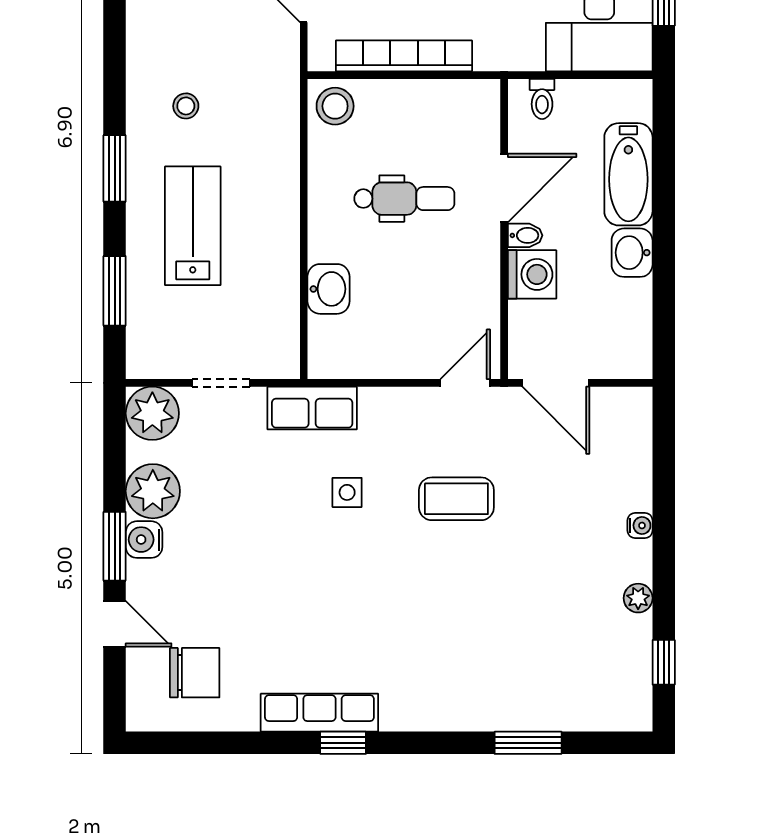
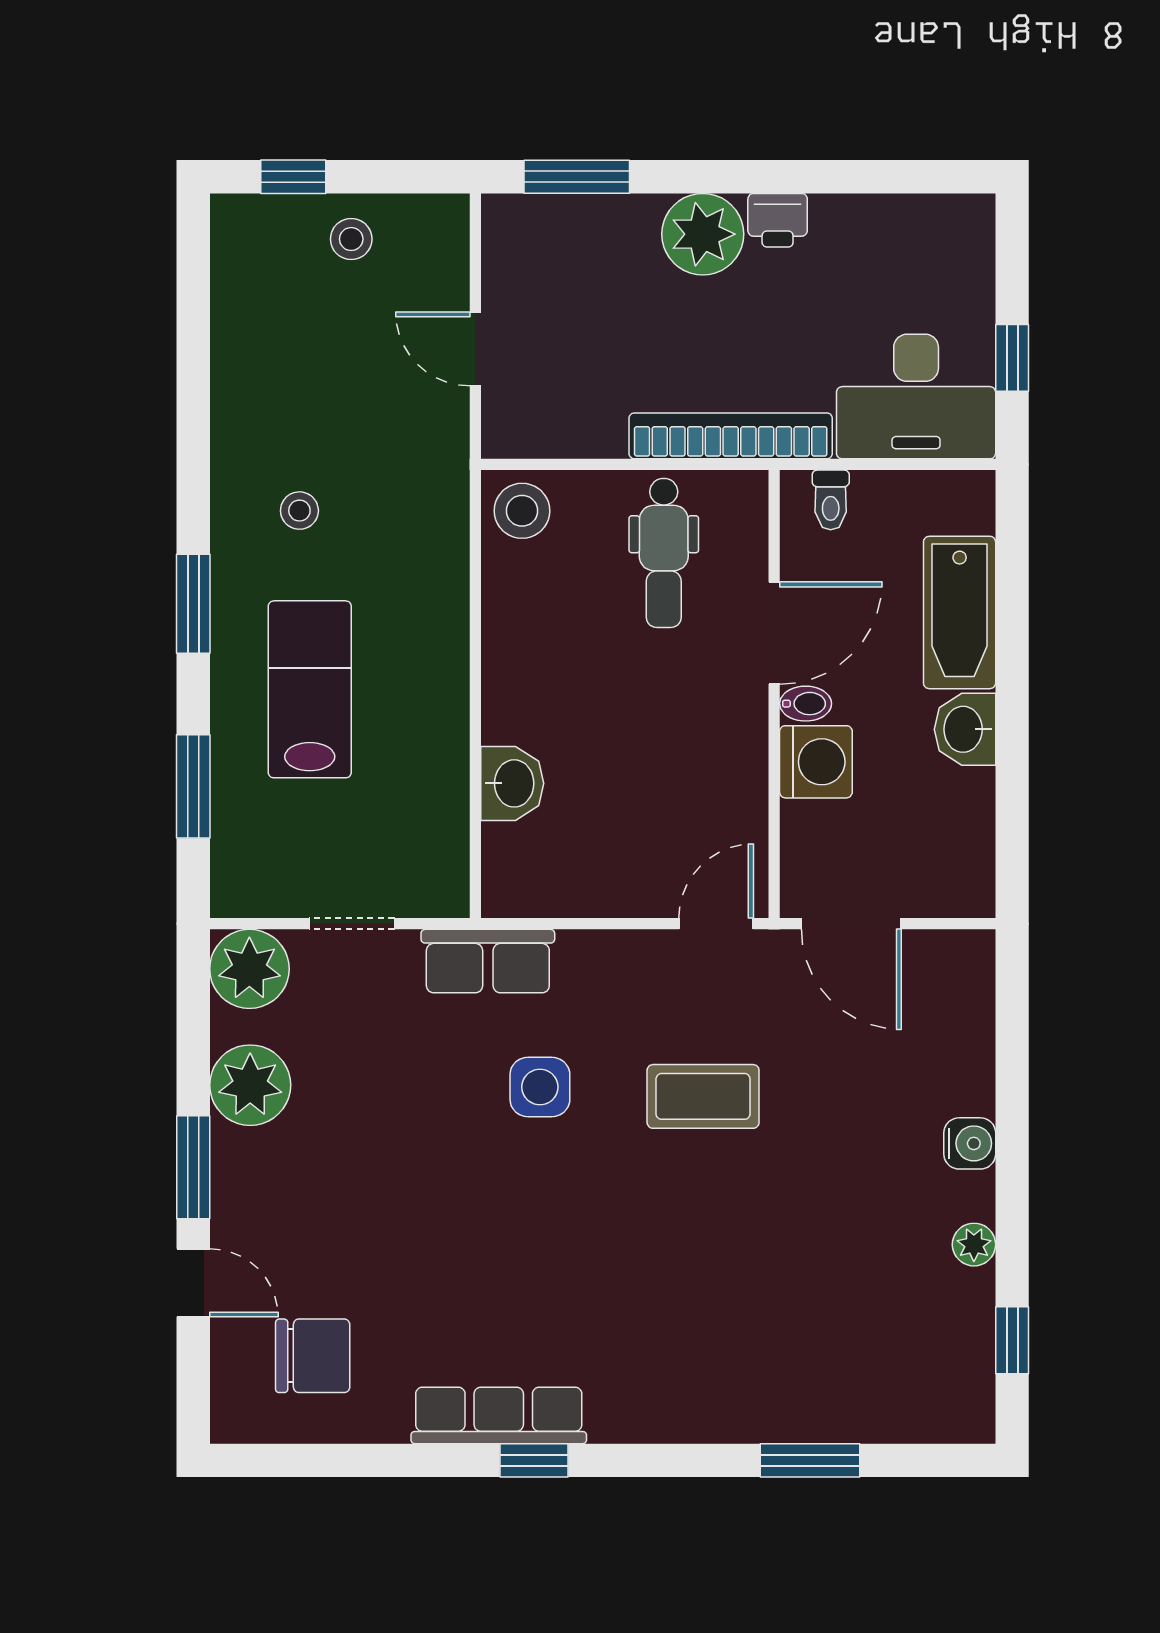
bookcase: (404, 56) -> (731, 436), moved
dental chair: (404, 199) -> (664, 553), moved, turned 90
side table: (347, 492) -> (540, 1087), width x1.37, depth x1.37
water cooler: (640, 525) -> (970, 1143), width x1.38, depth x1.38
water cooler: (144, 540) -> (237, 1157), removed

